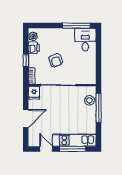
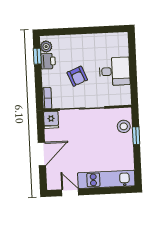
window: (76, 26) -> (102, 30), removed
desk: (85, 40) -> (115, 71), moved, turned 90
window: (26, 61) -> (37, 56), moved
window: (99, 108) -> (136, 136), width x0.46
window: (73, 149) -> (105, 191), removed

